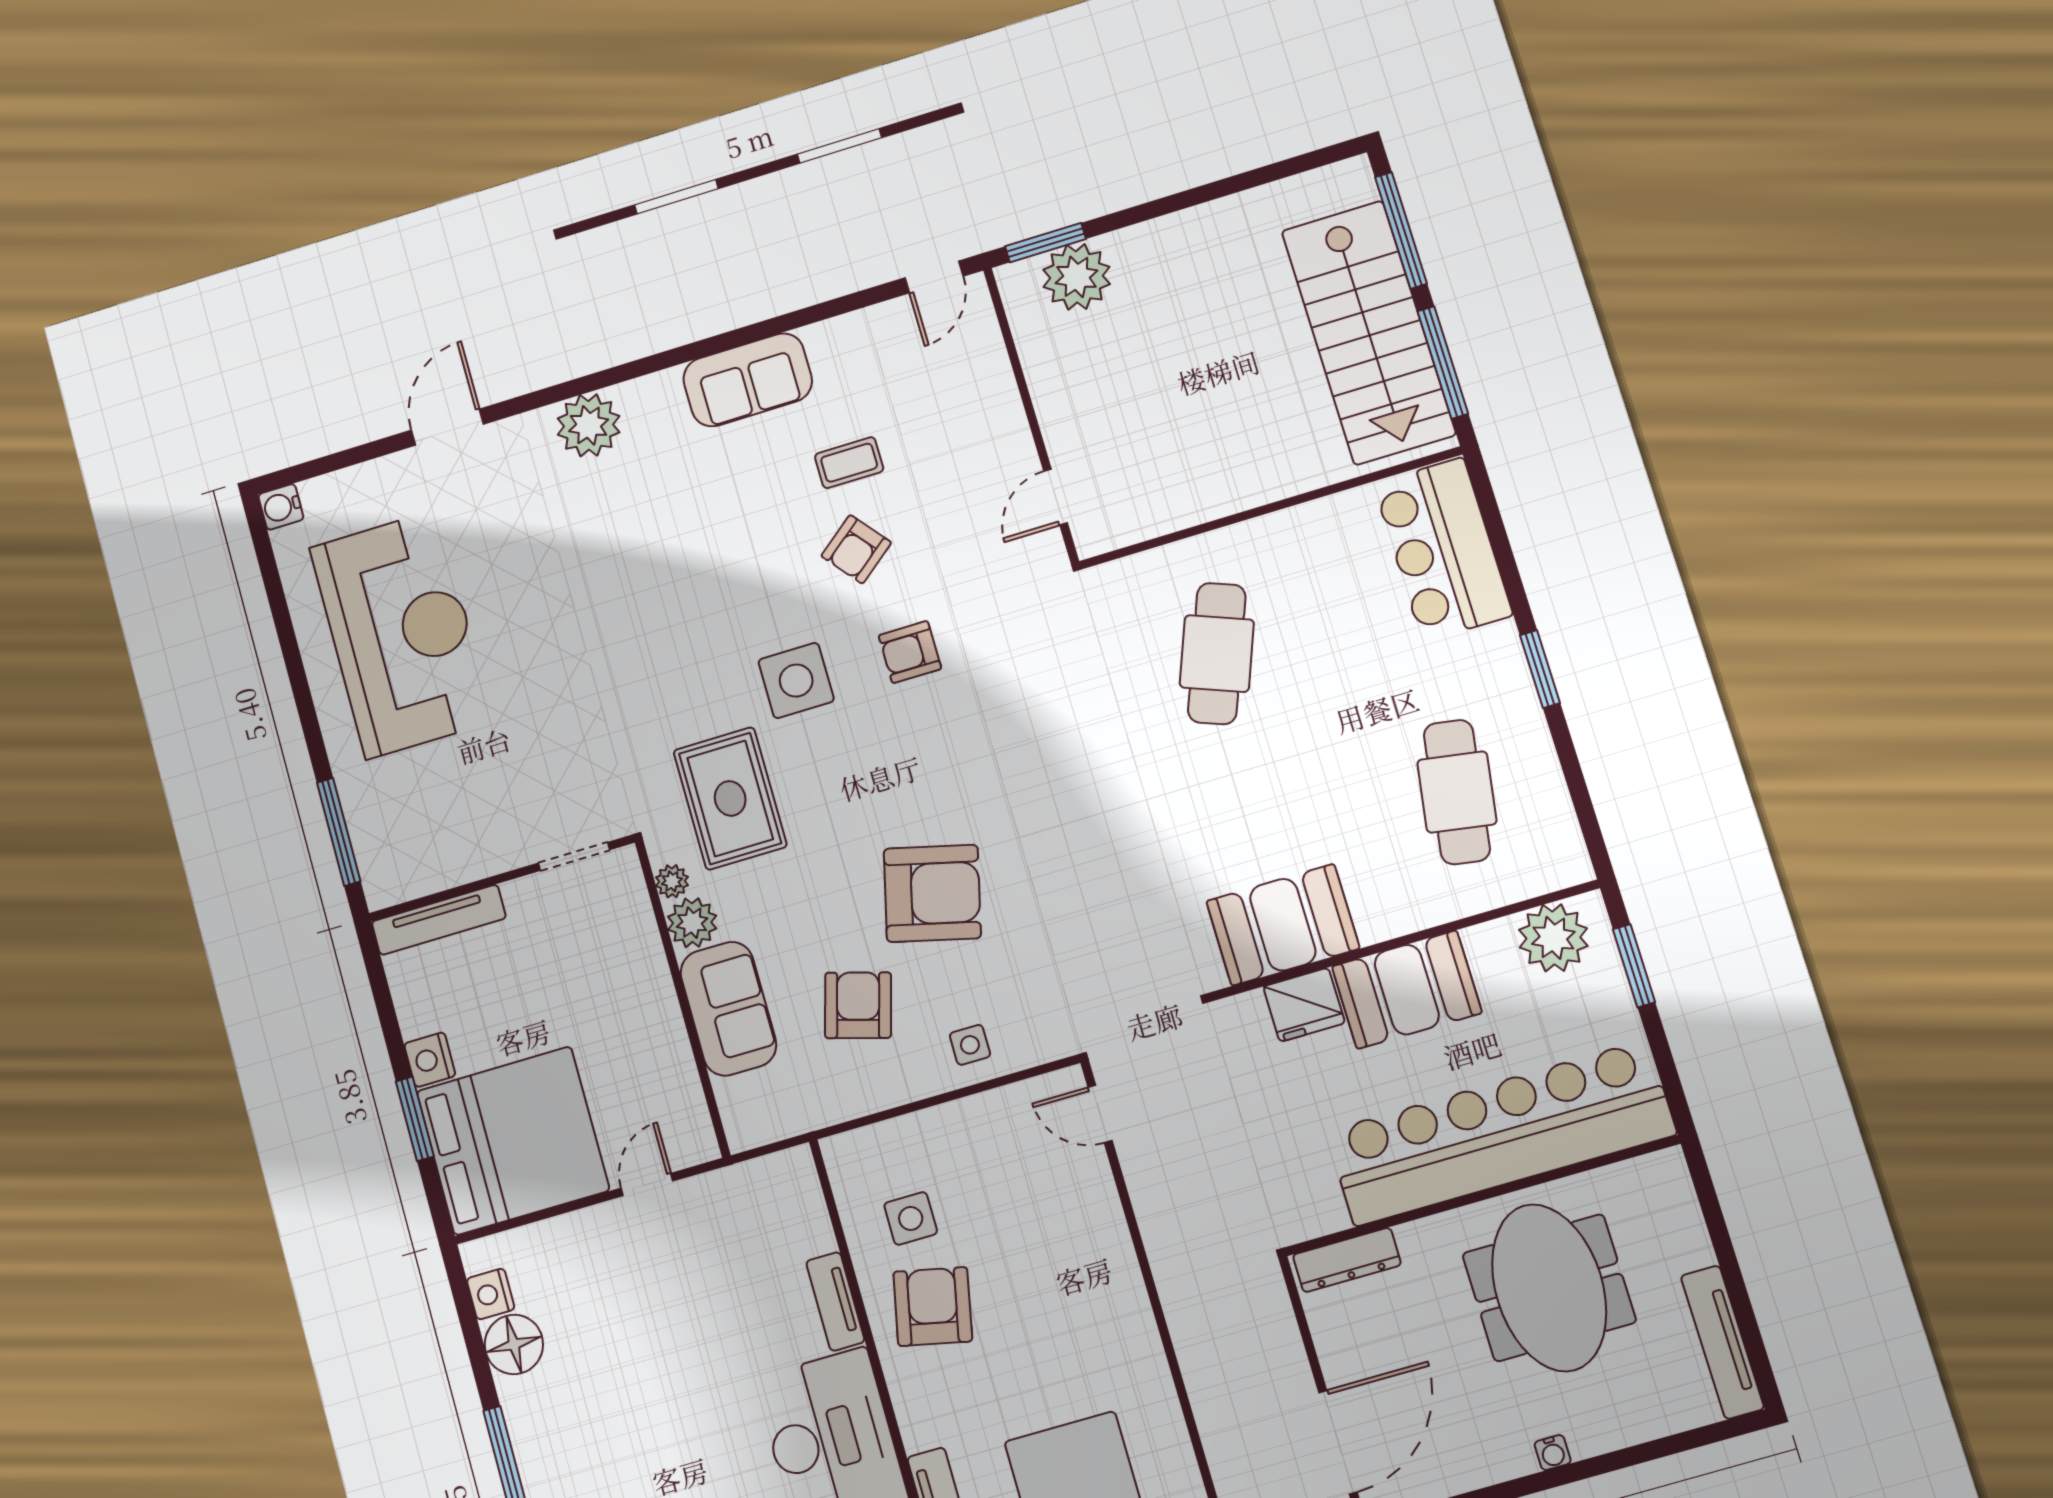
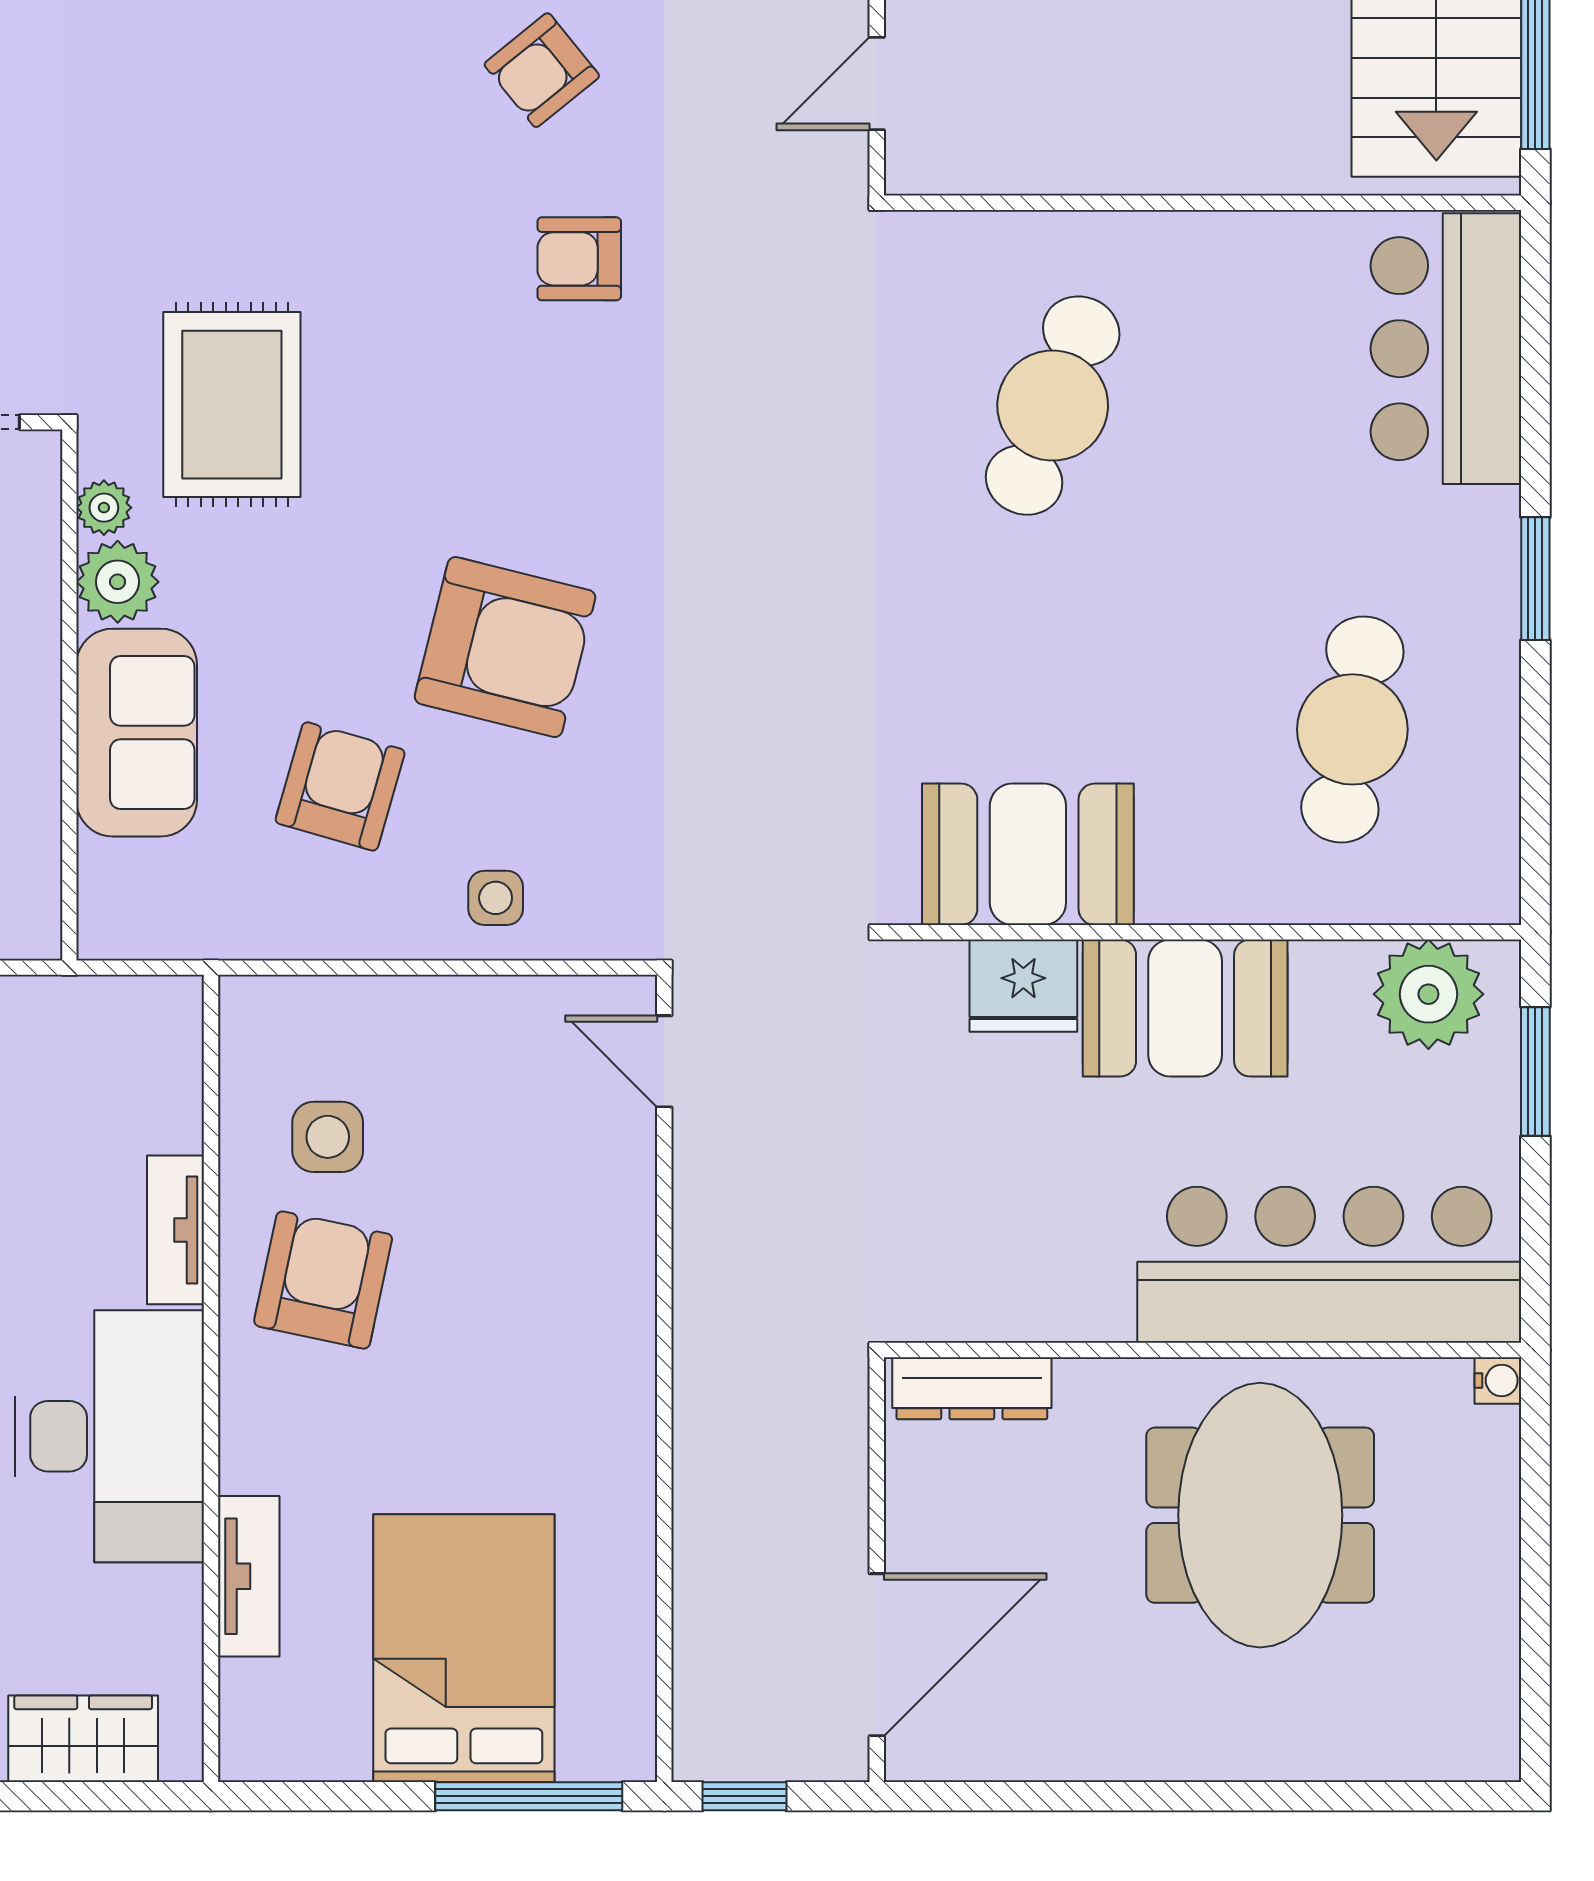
side table: (796, 681) -> (388, 250), removed
bar counter: (1501, 1133) -> (1329, 1265), width x0.73
tv unit: (1722, 1342) -> (1490, 1667), removed
water cooler: (1553, 1453) -> (1498, 1380), moved, turned -90

